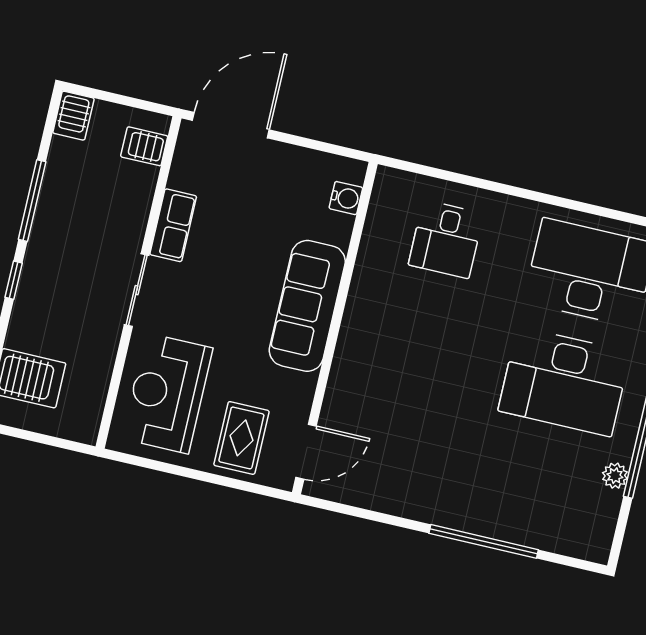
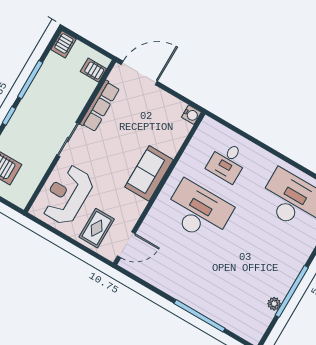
water cooler: (346, 198) -> (191, 115), moved
row of seats: (173, 225) -> (100, 106), width x1.48
sofa: (307, 306) -> (149, 173), width x0.73
desk: (564, 382) -> (198, 211), moved, turned 180

